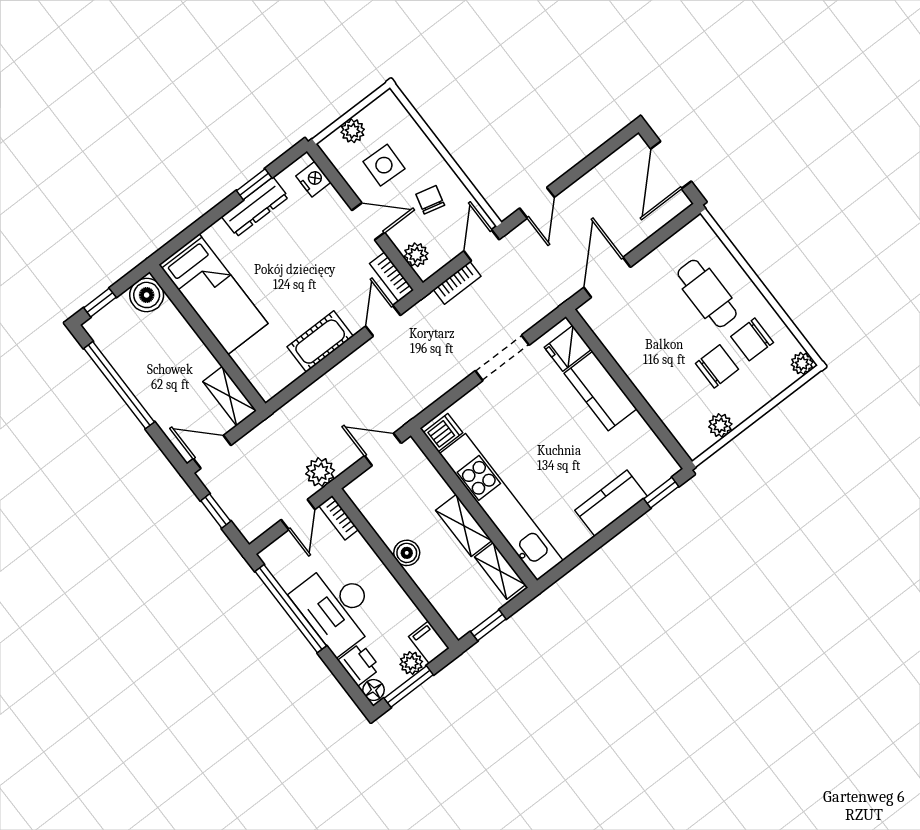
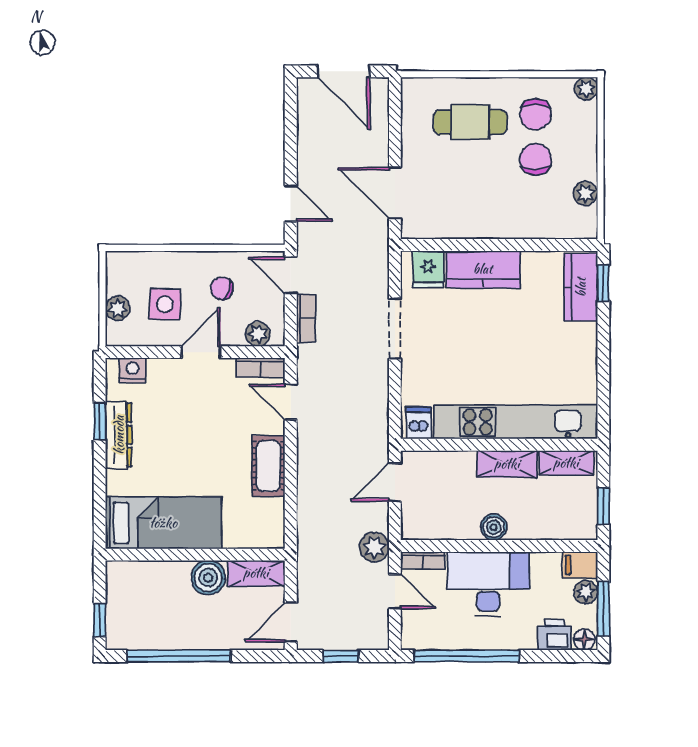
boiler: (147, 295) -> (208, 578), moved
kitchen counter: (611, 503) -> (581, 287), moved
desk: (337, 608) -> (488, 584), moved, turned 180

